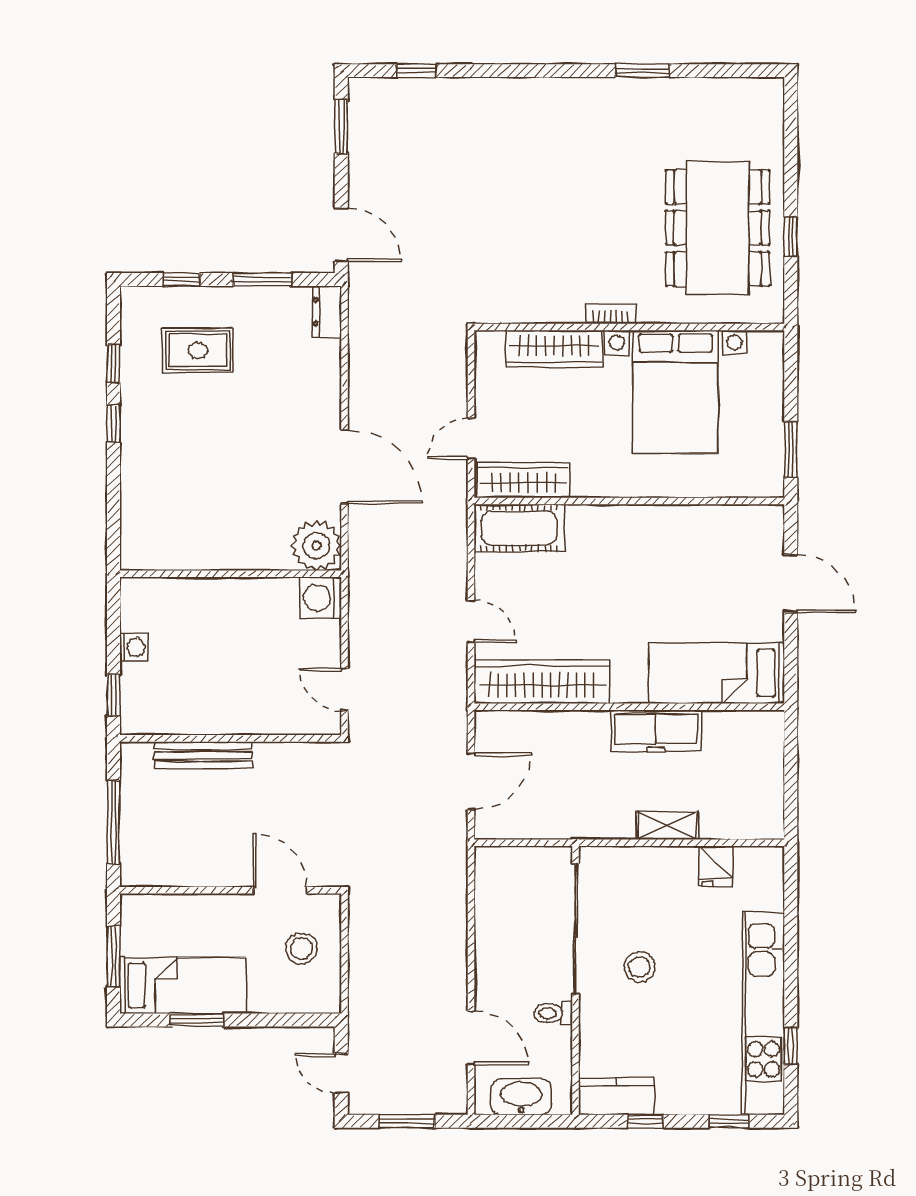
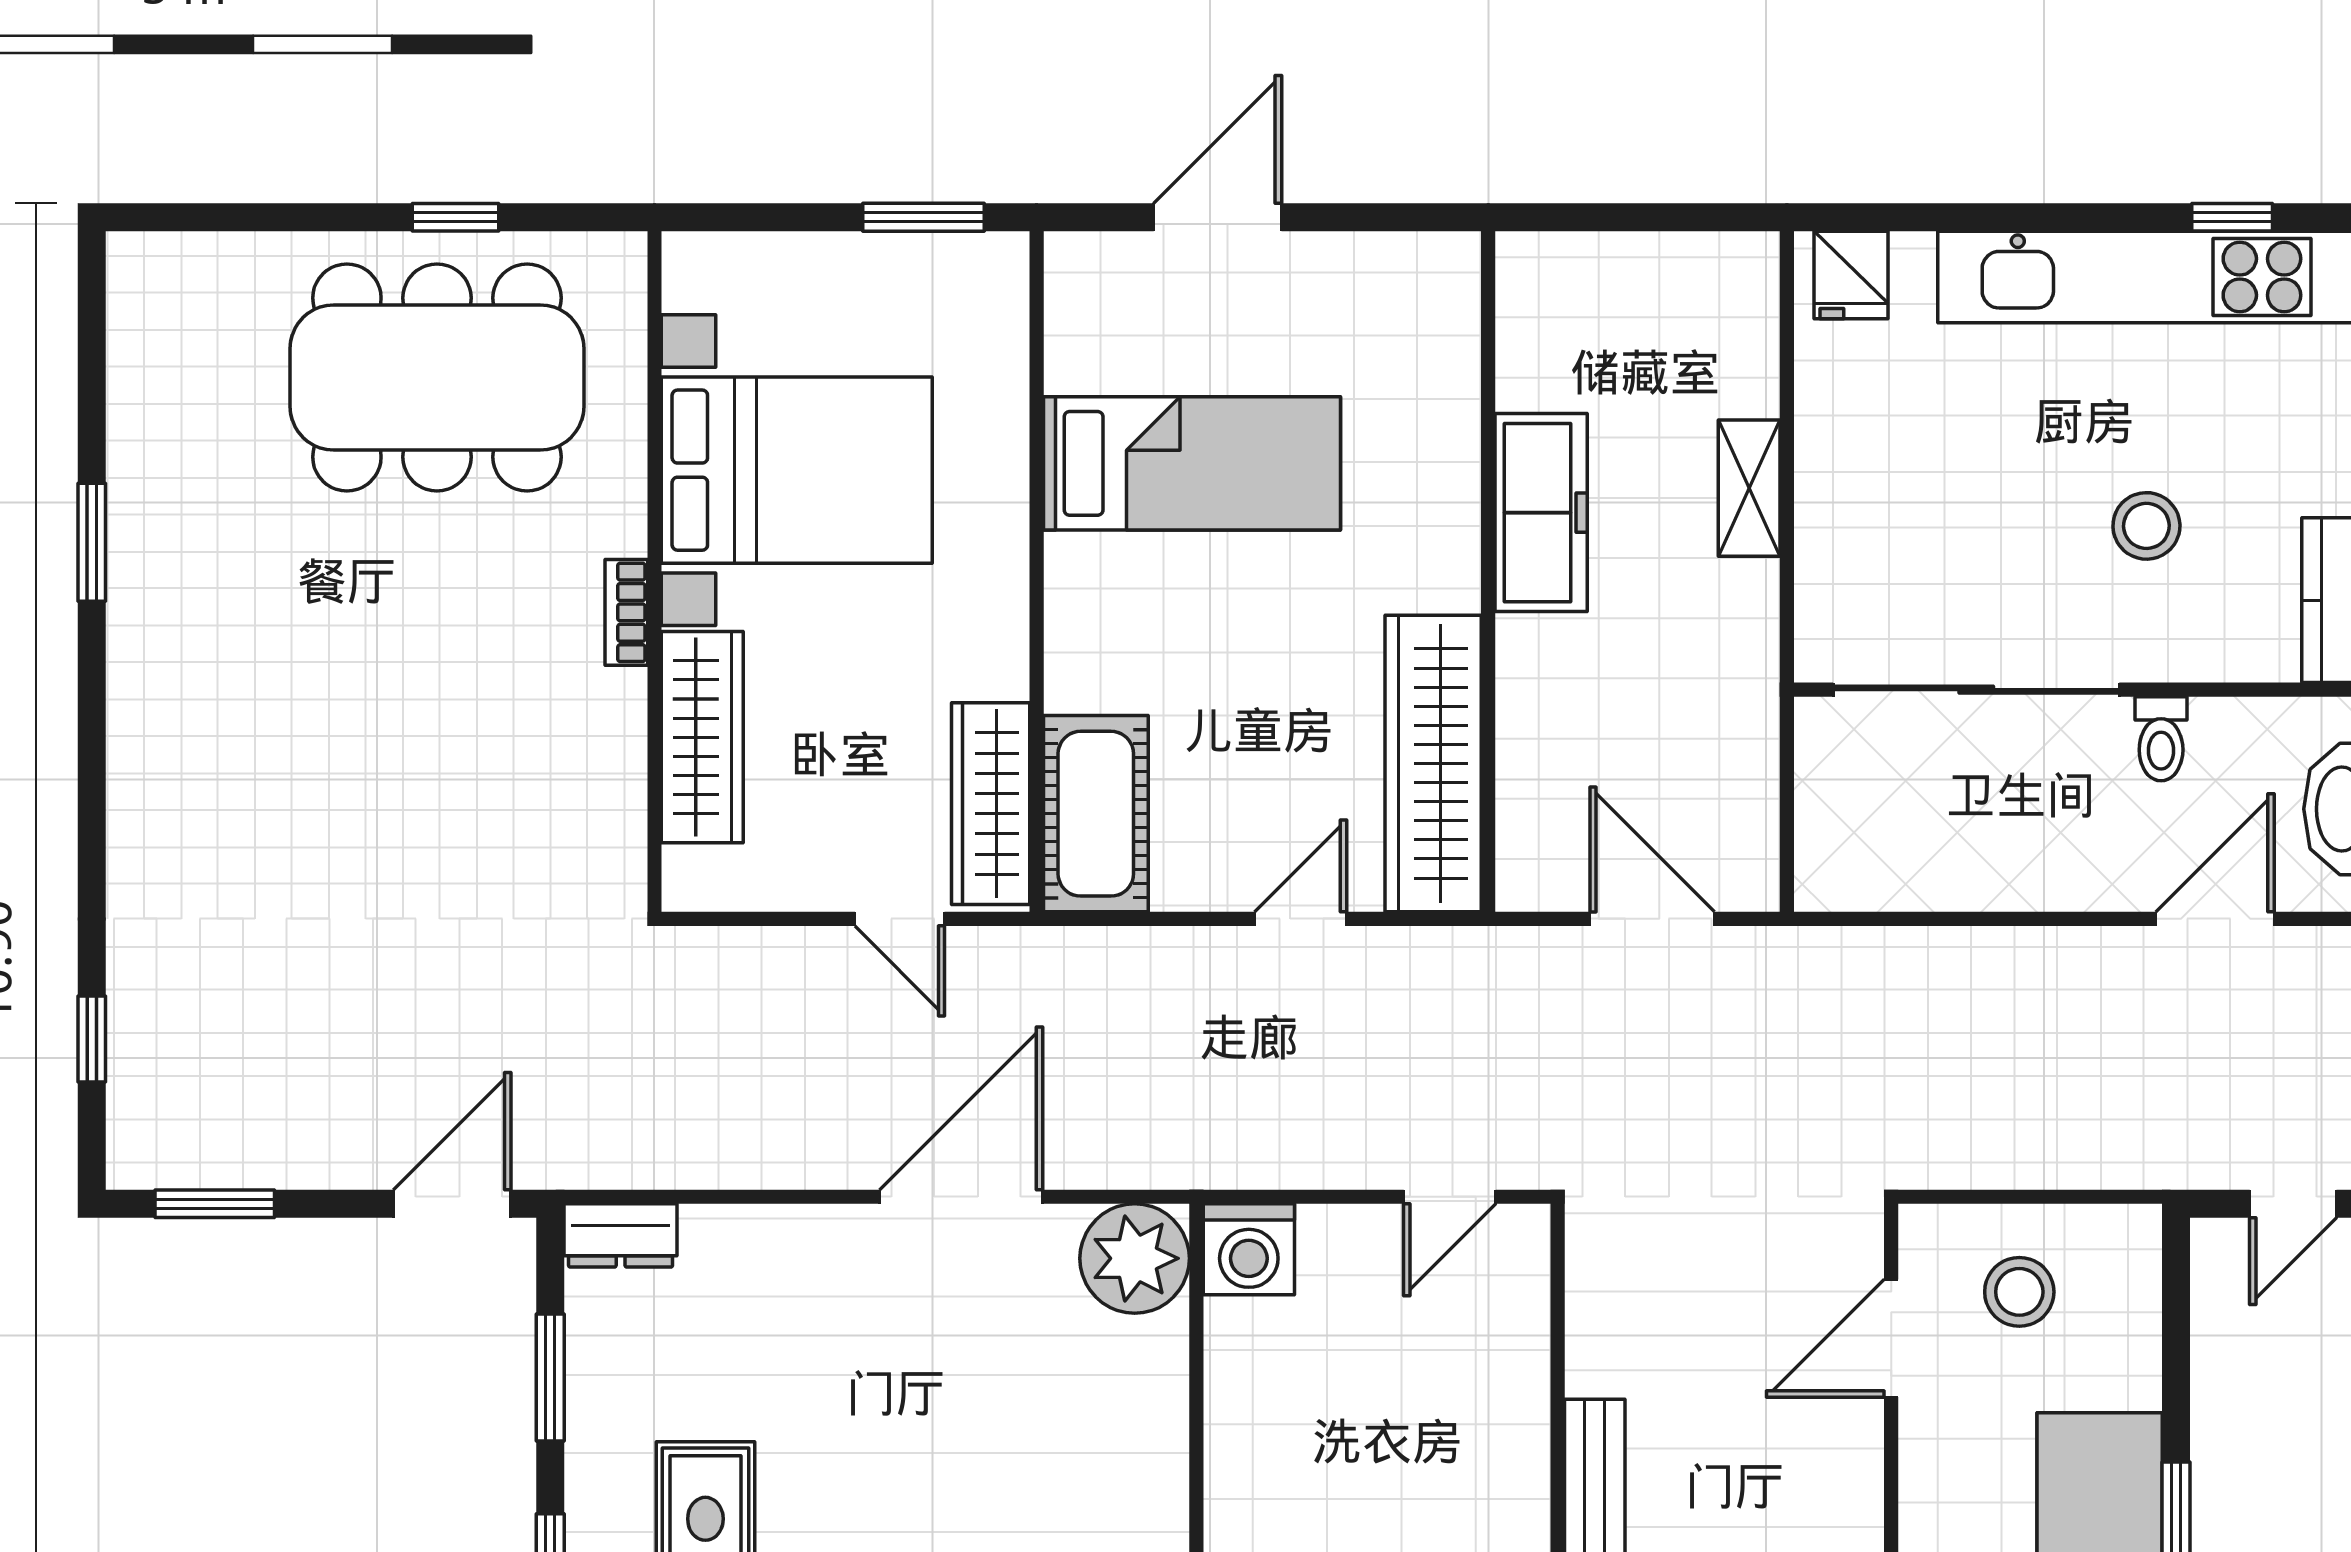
bed: (717, 673) -> (1192, 463), moved, turned -90
fridge: (716, 866) -> (1851, 275), moved, turned 90
stool: (639, 967) -> (2146, 526), moved

